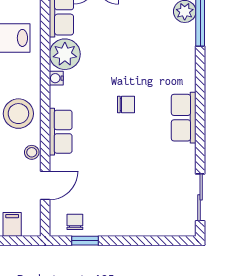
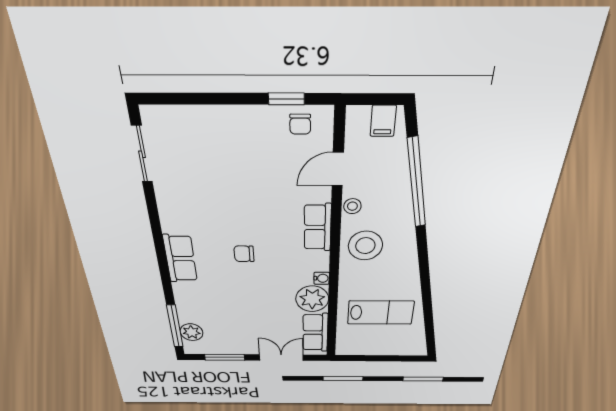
row of seats: (184, 118) -> (180, 259), moved

